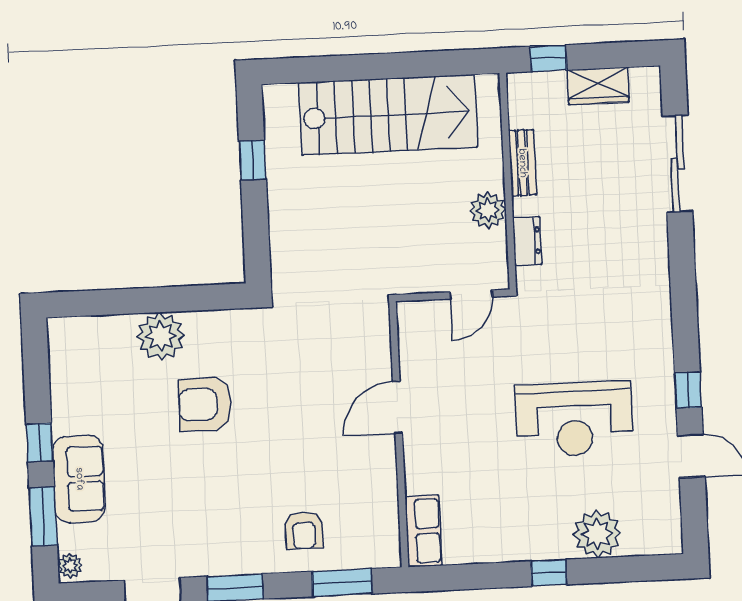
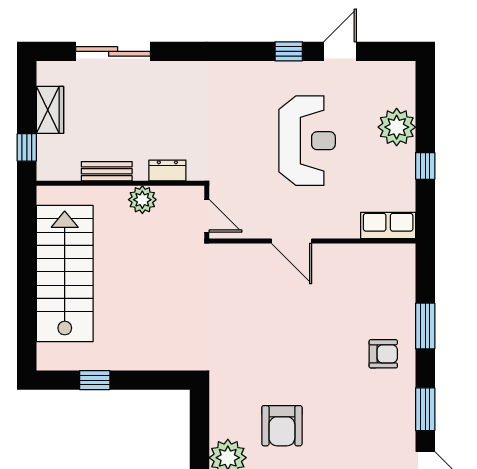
door: (397, 407) -> (292, 241), moved
wall: (399, 434) -> (312, 241), moved
row of seats: (423, 531) -> (388, 225), moved

